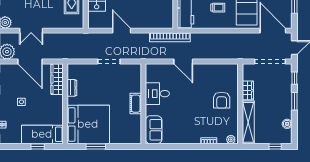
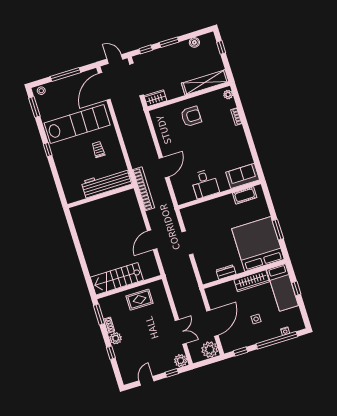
wardrobe: (57, 79) -> (252, 281), moved
wardrobe: (248, 90) -> (155, 98), moved
cot: (136, 104) -> (245, 195), moved

